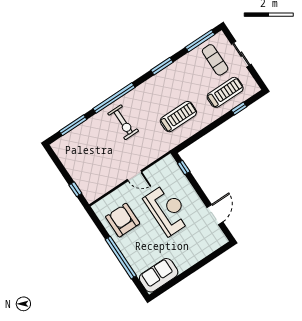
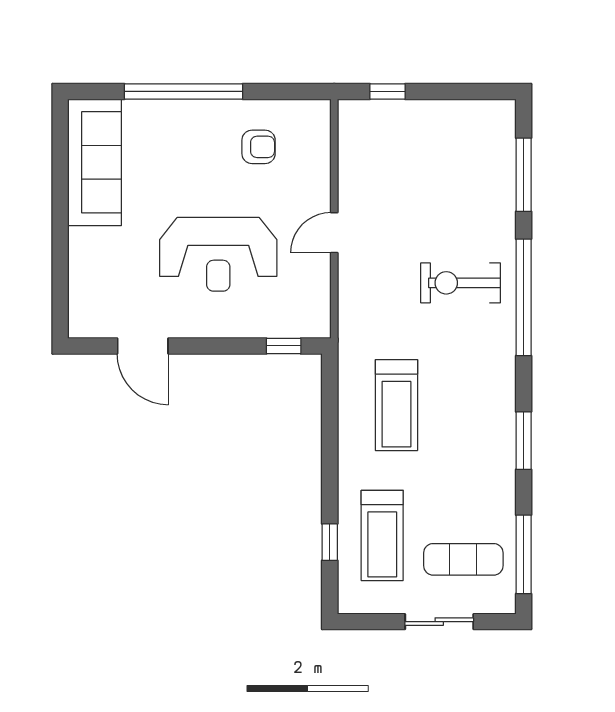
armchair: (123, 220) -> (259, 147), width x0.53, depth x0.53
sofa: (159, 275) -> (95, 162), width x1.36

